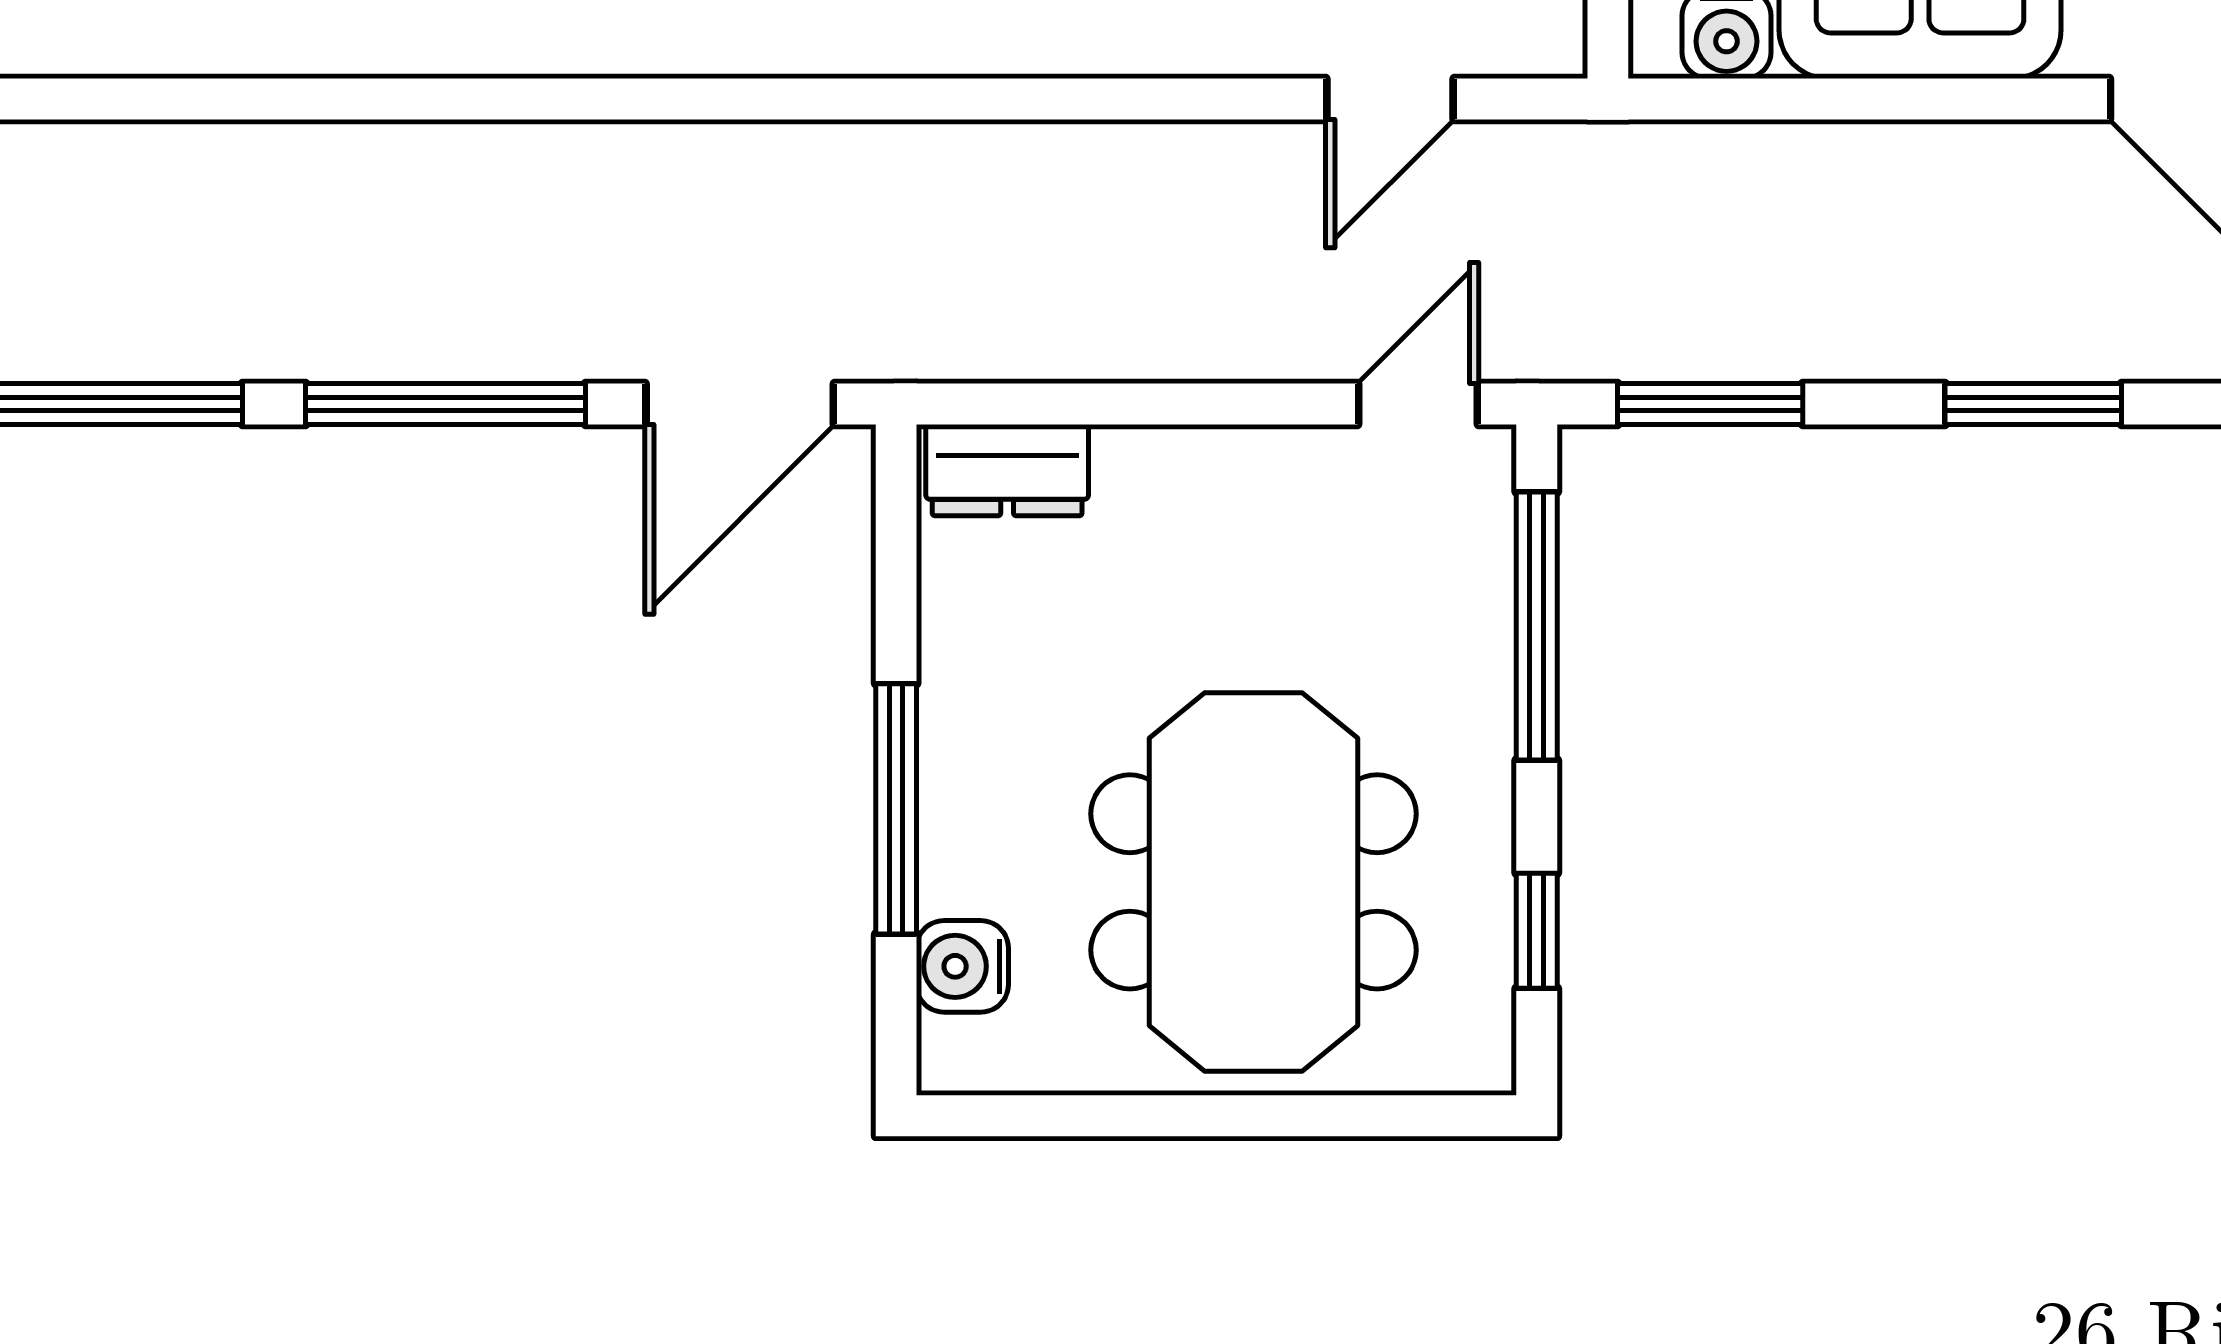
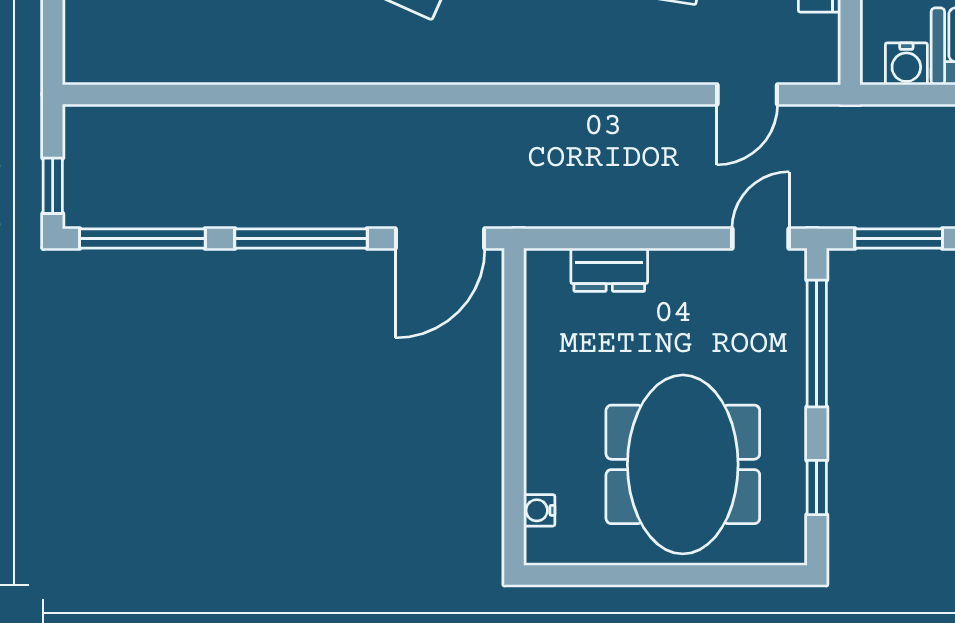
dresser: (1007, 470) -> (609, 270), moved
window: (896, 809) -> (514, 430), removed
water cooler: (962, 966) -> (539, 510), width x0.72, depth x0.72

